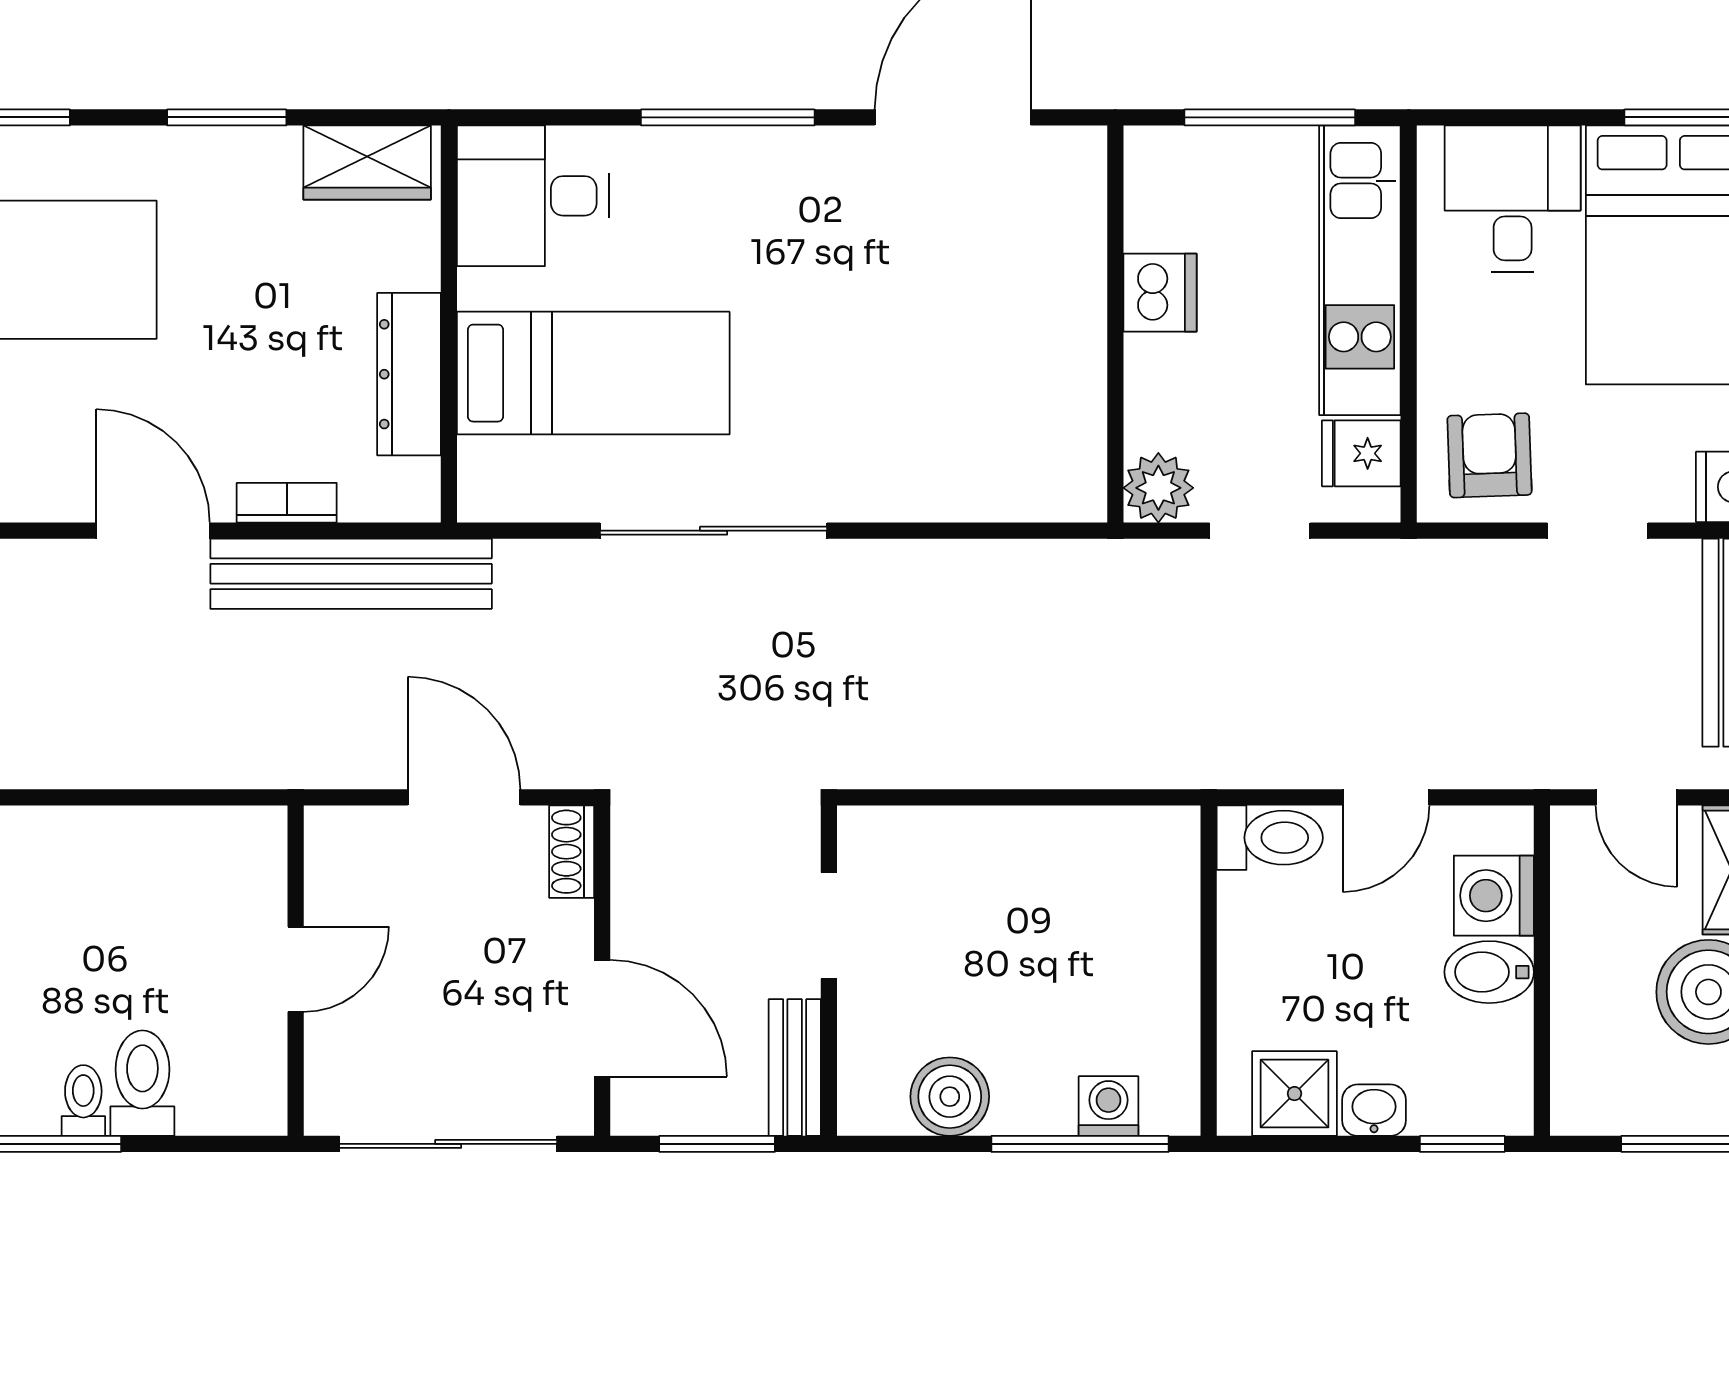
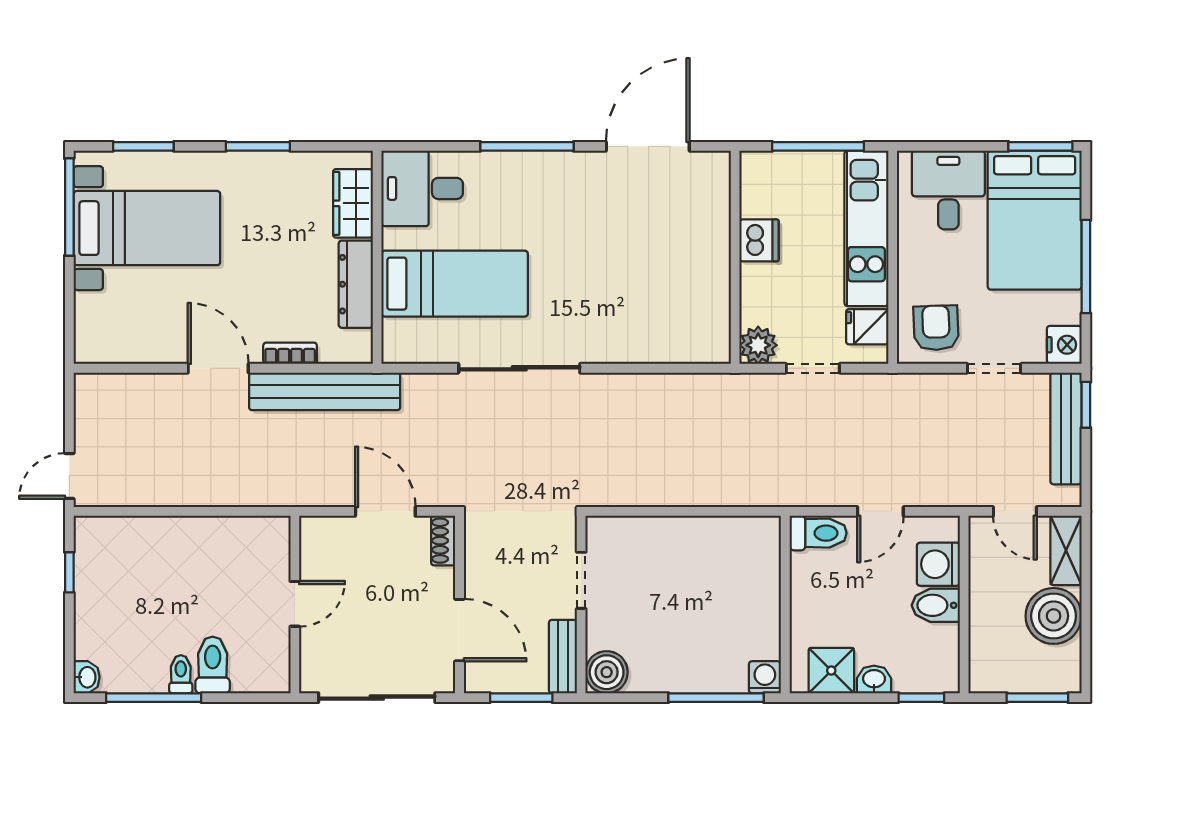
wardrobe: (367, 163) -> (353, 203), moved, turned 90
boiler: (950, 1097) -> (607, 672), moved
washing machine: (1109, 1106) -> (765, 677), moved

